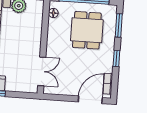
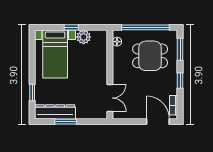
dining table: (87, 30) -> (150, 56), turned 90
door: (90, 100) -> (158, 122), hinge flipped

